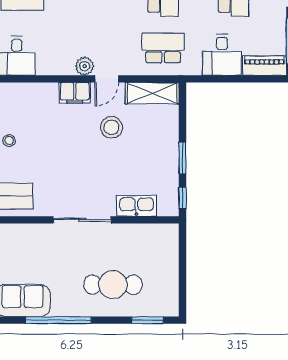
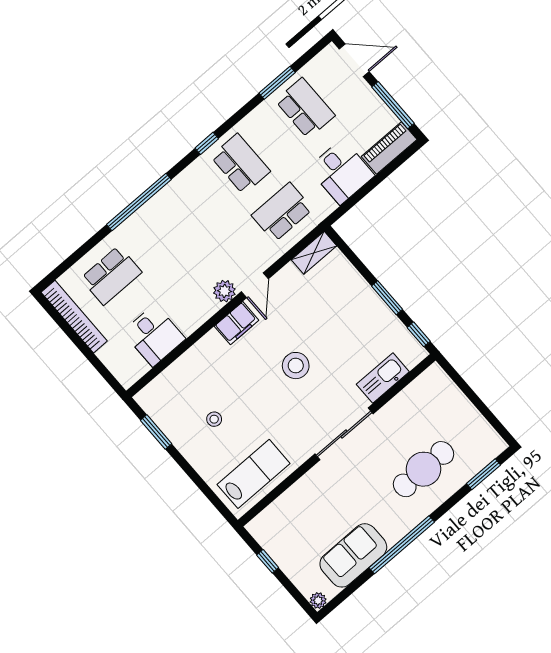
shelving: (152, 93) -> (314, 253), width x0.67, depth x0.75
stool: (111, 127) -> (296, 366), moved

